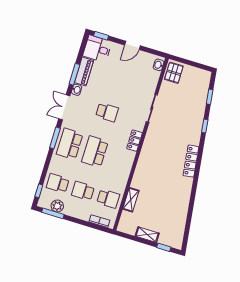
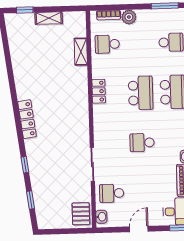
locker: (135, 141) -> (99, 91), moved
school desk: (83, 191) -> (112, 193), moved, turned 180
plant: (57, 206) -> (129, 17), moved

